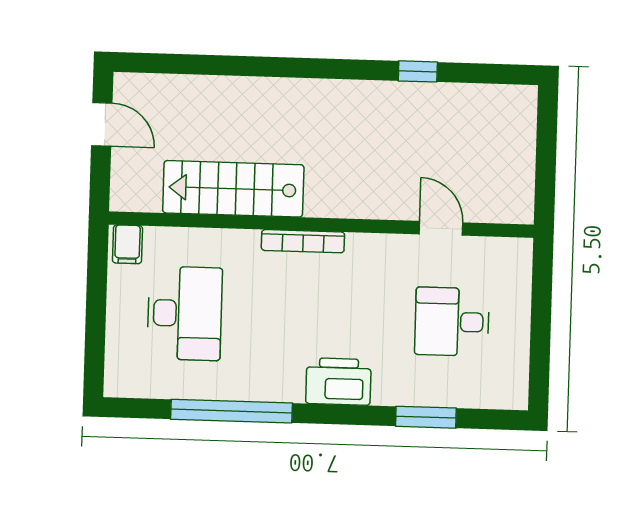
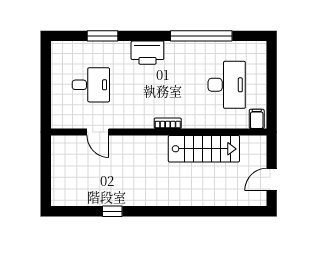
door: (102, 124) -> (272, 179), hinge flipped
bookcase: (303, 241) -> (168, 123), width x0.64
desk: (185, 313) -> (227, 85), turned 180

